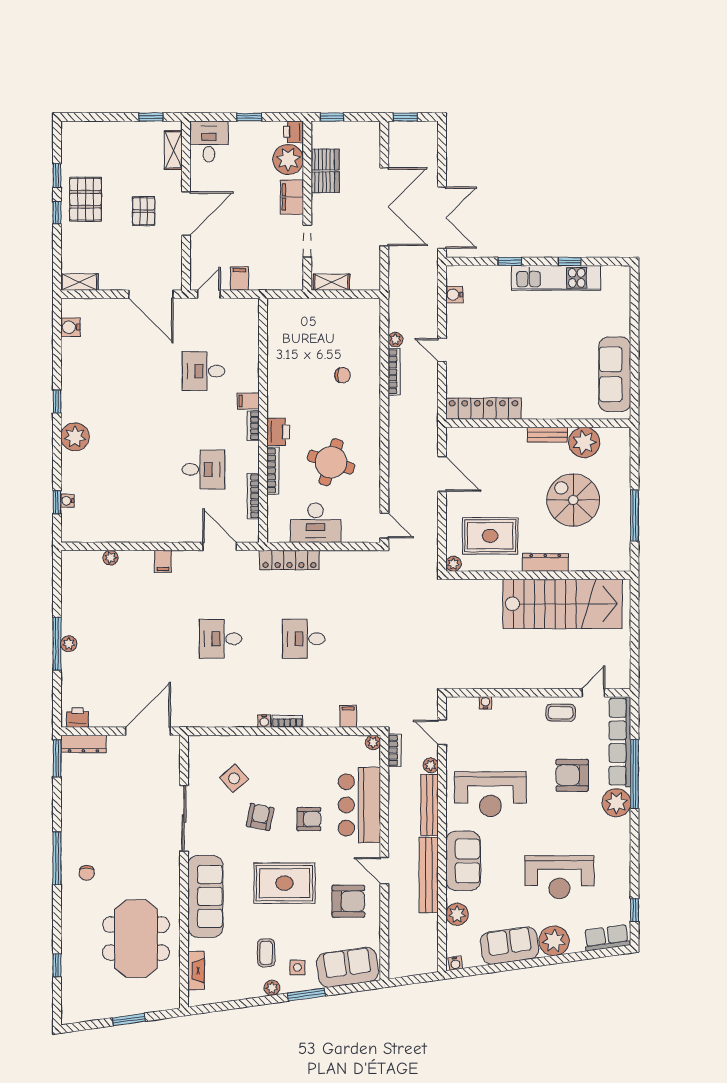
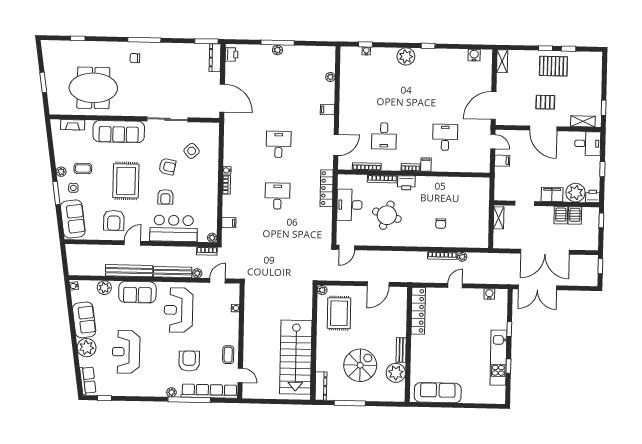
dresser: (545, 562) -> (321, 386), moved
plant: (616, 803) -> (171, 392), width x0.53, depth x0.53

